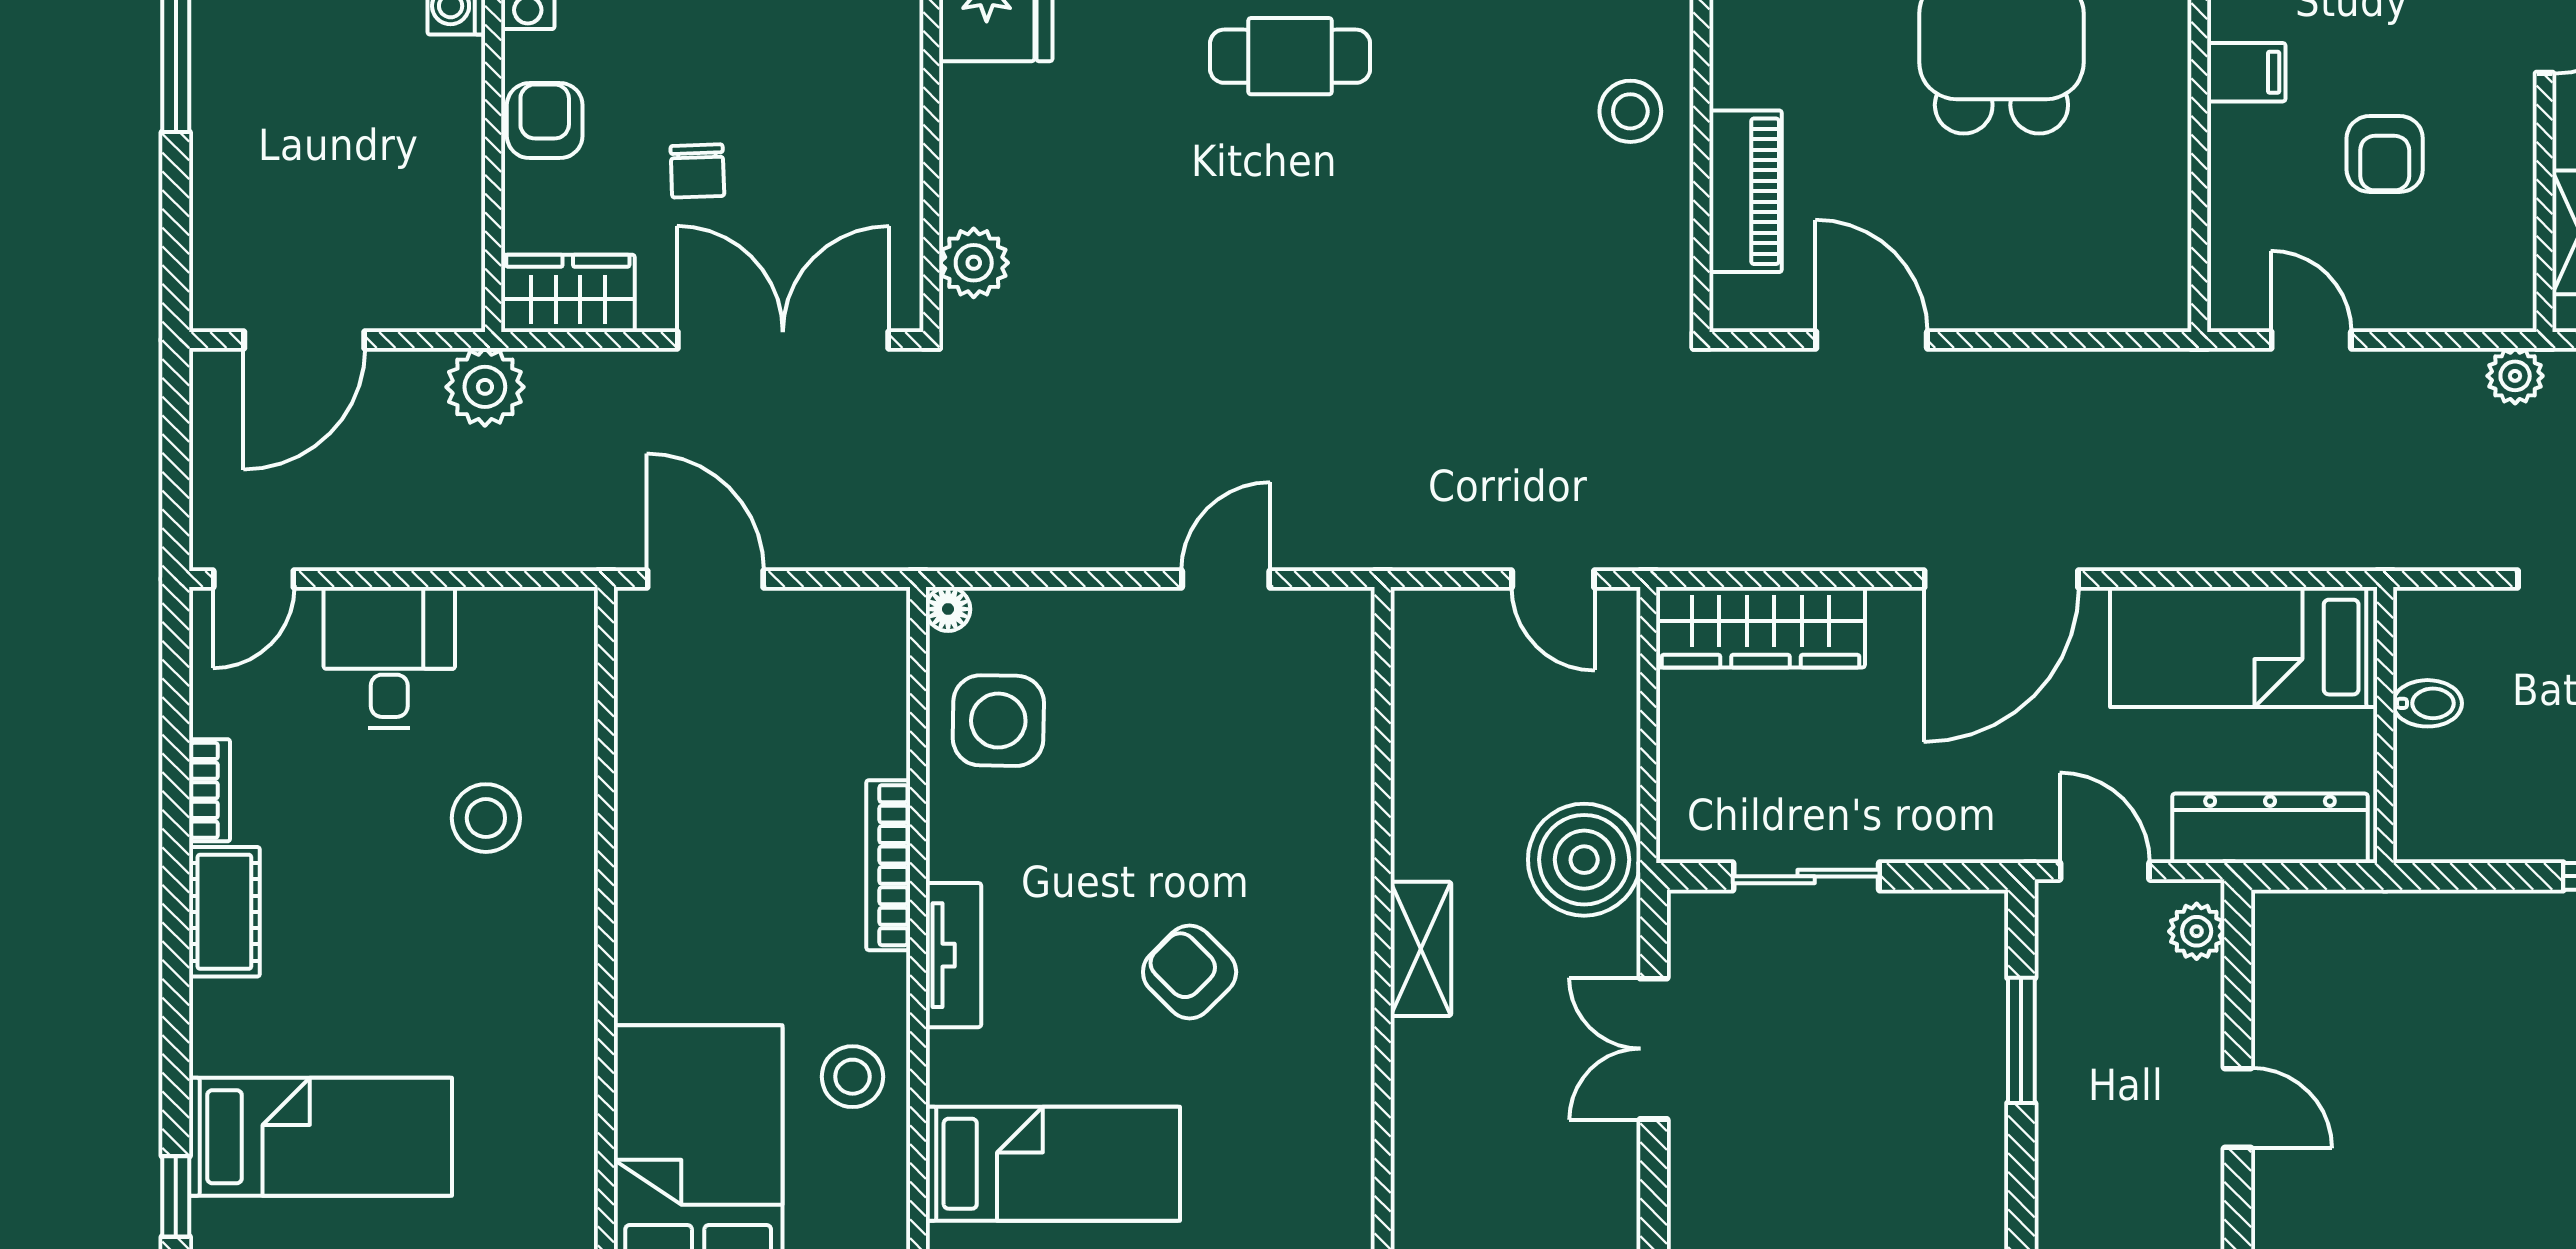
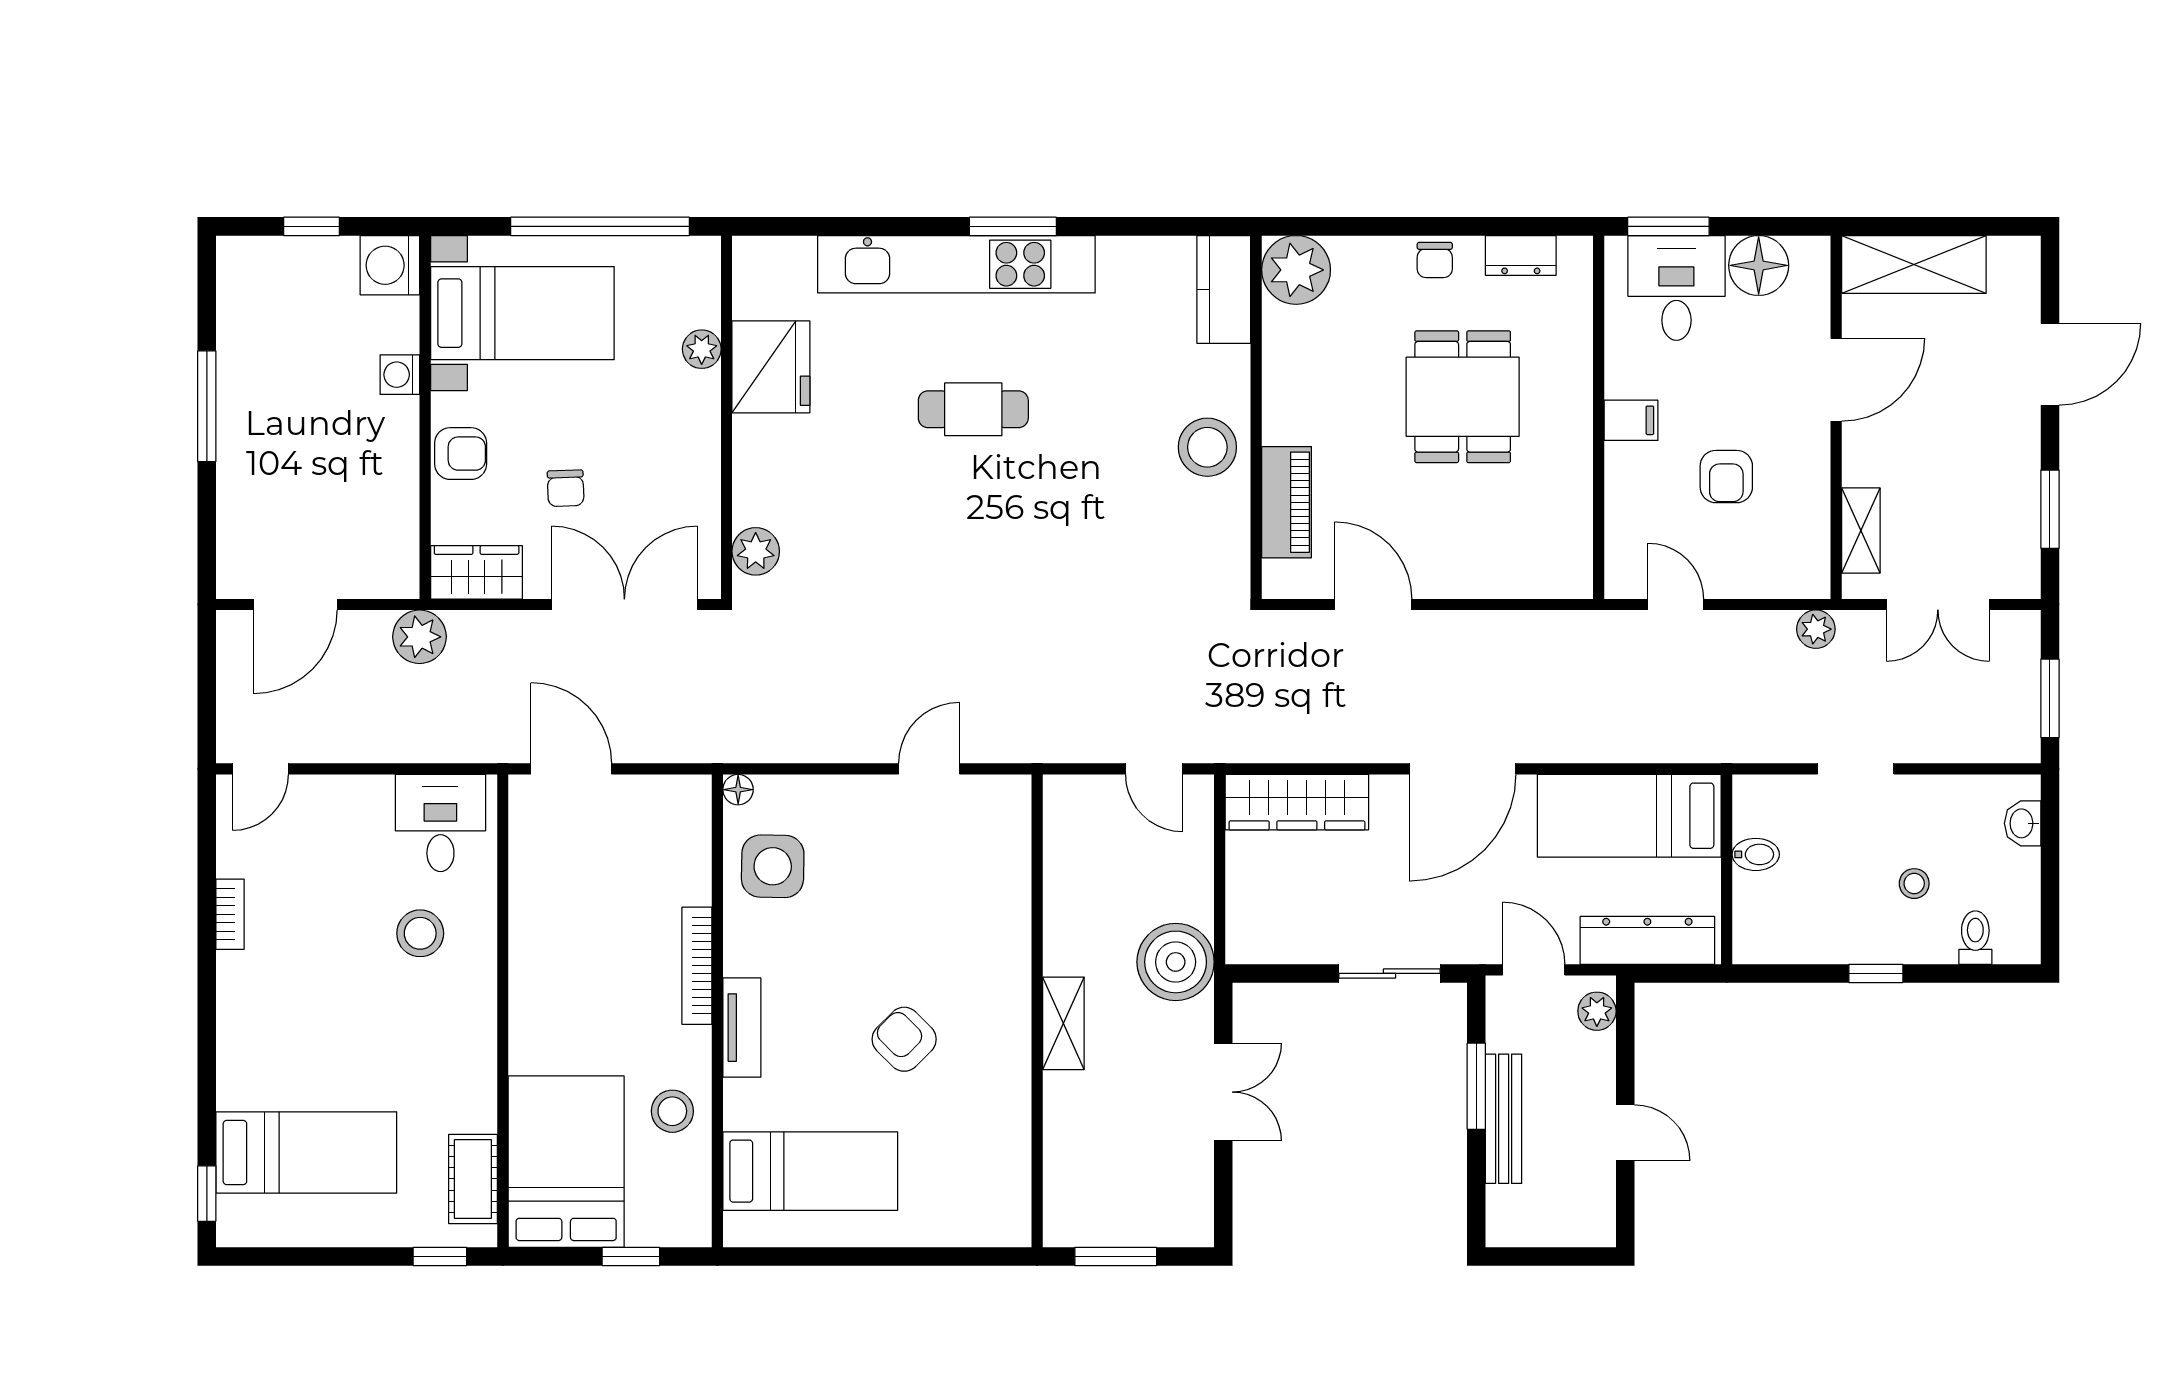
stool: (1630, 111) -> (1207, 447), width x1.38, depth x1.38
armchair: (545, 121) -> (461, 454), turned 90
desk: (389, 658) -> (440, 823), moved
sliding door: (1806, 876) -> (1390, 973), moved
cot: (224, 912) -> (473, 1179), moved
double door: (1654, 1049) -> (1223, 1092), swing flipped
bench: (2061, 1088) -> (1504, 1119), added

